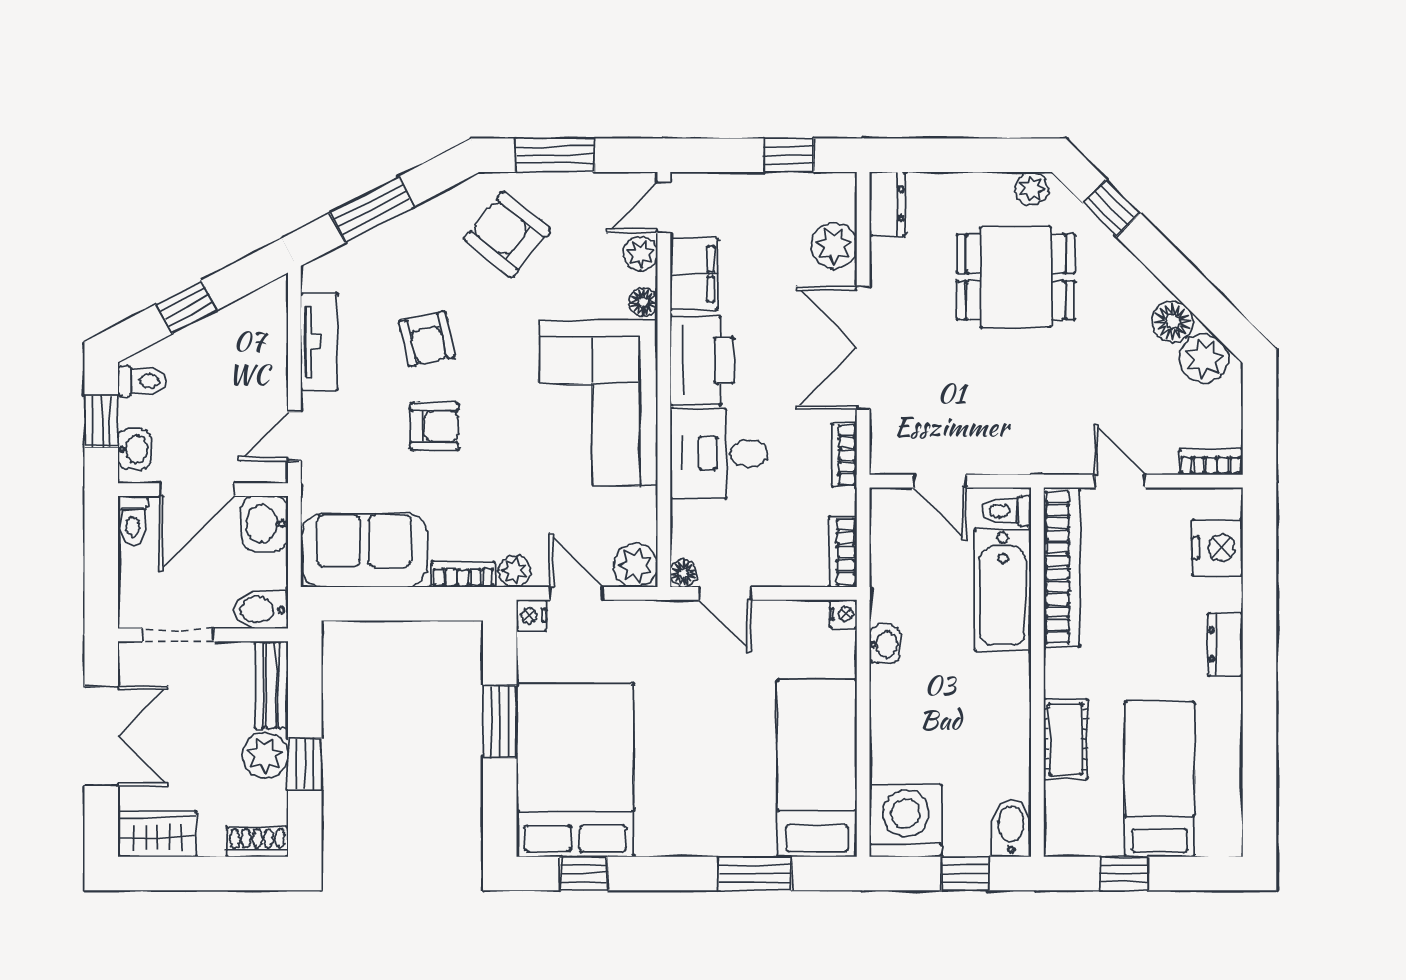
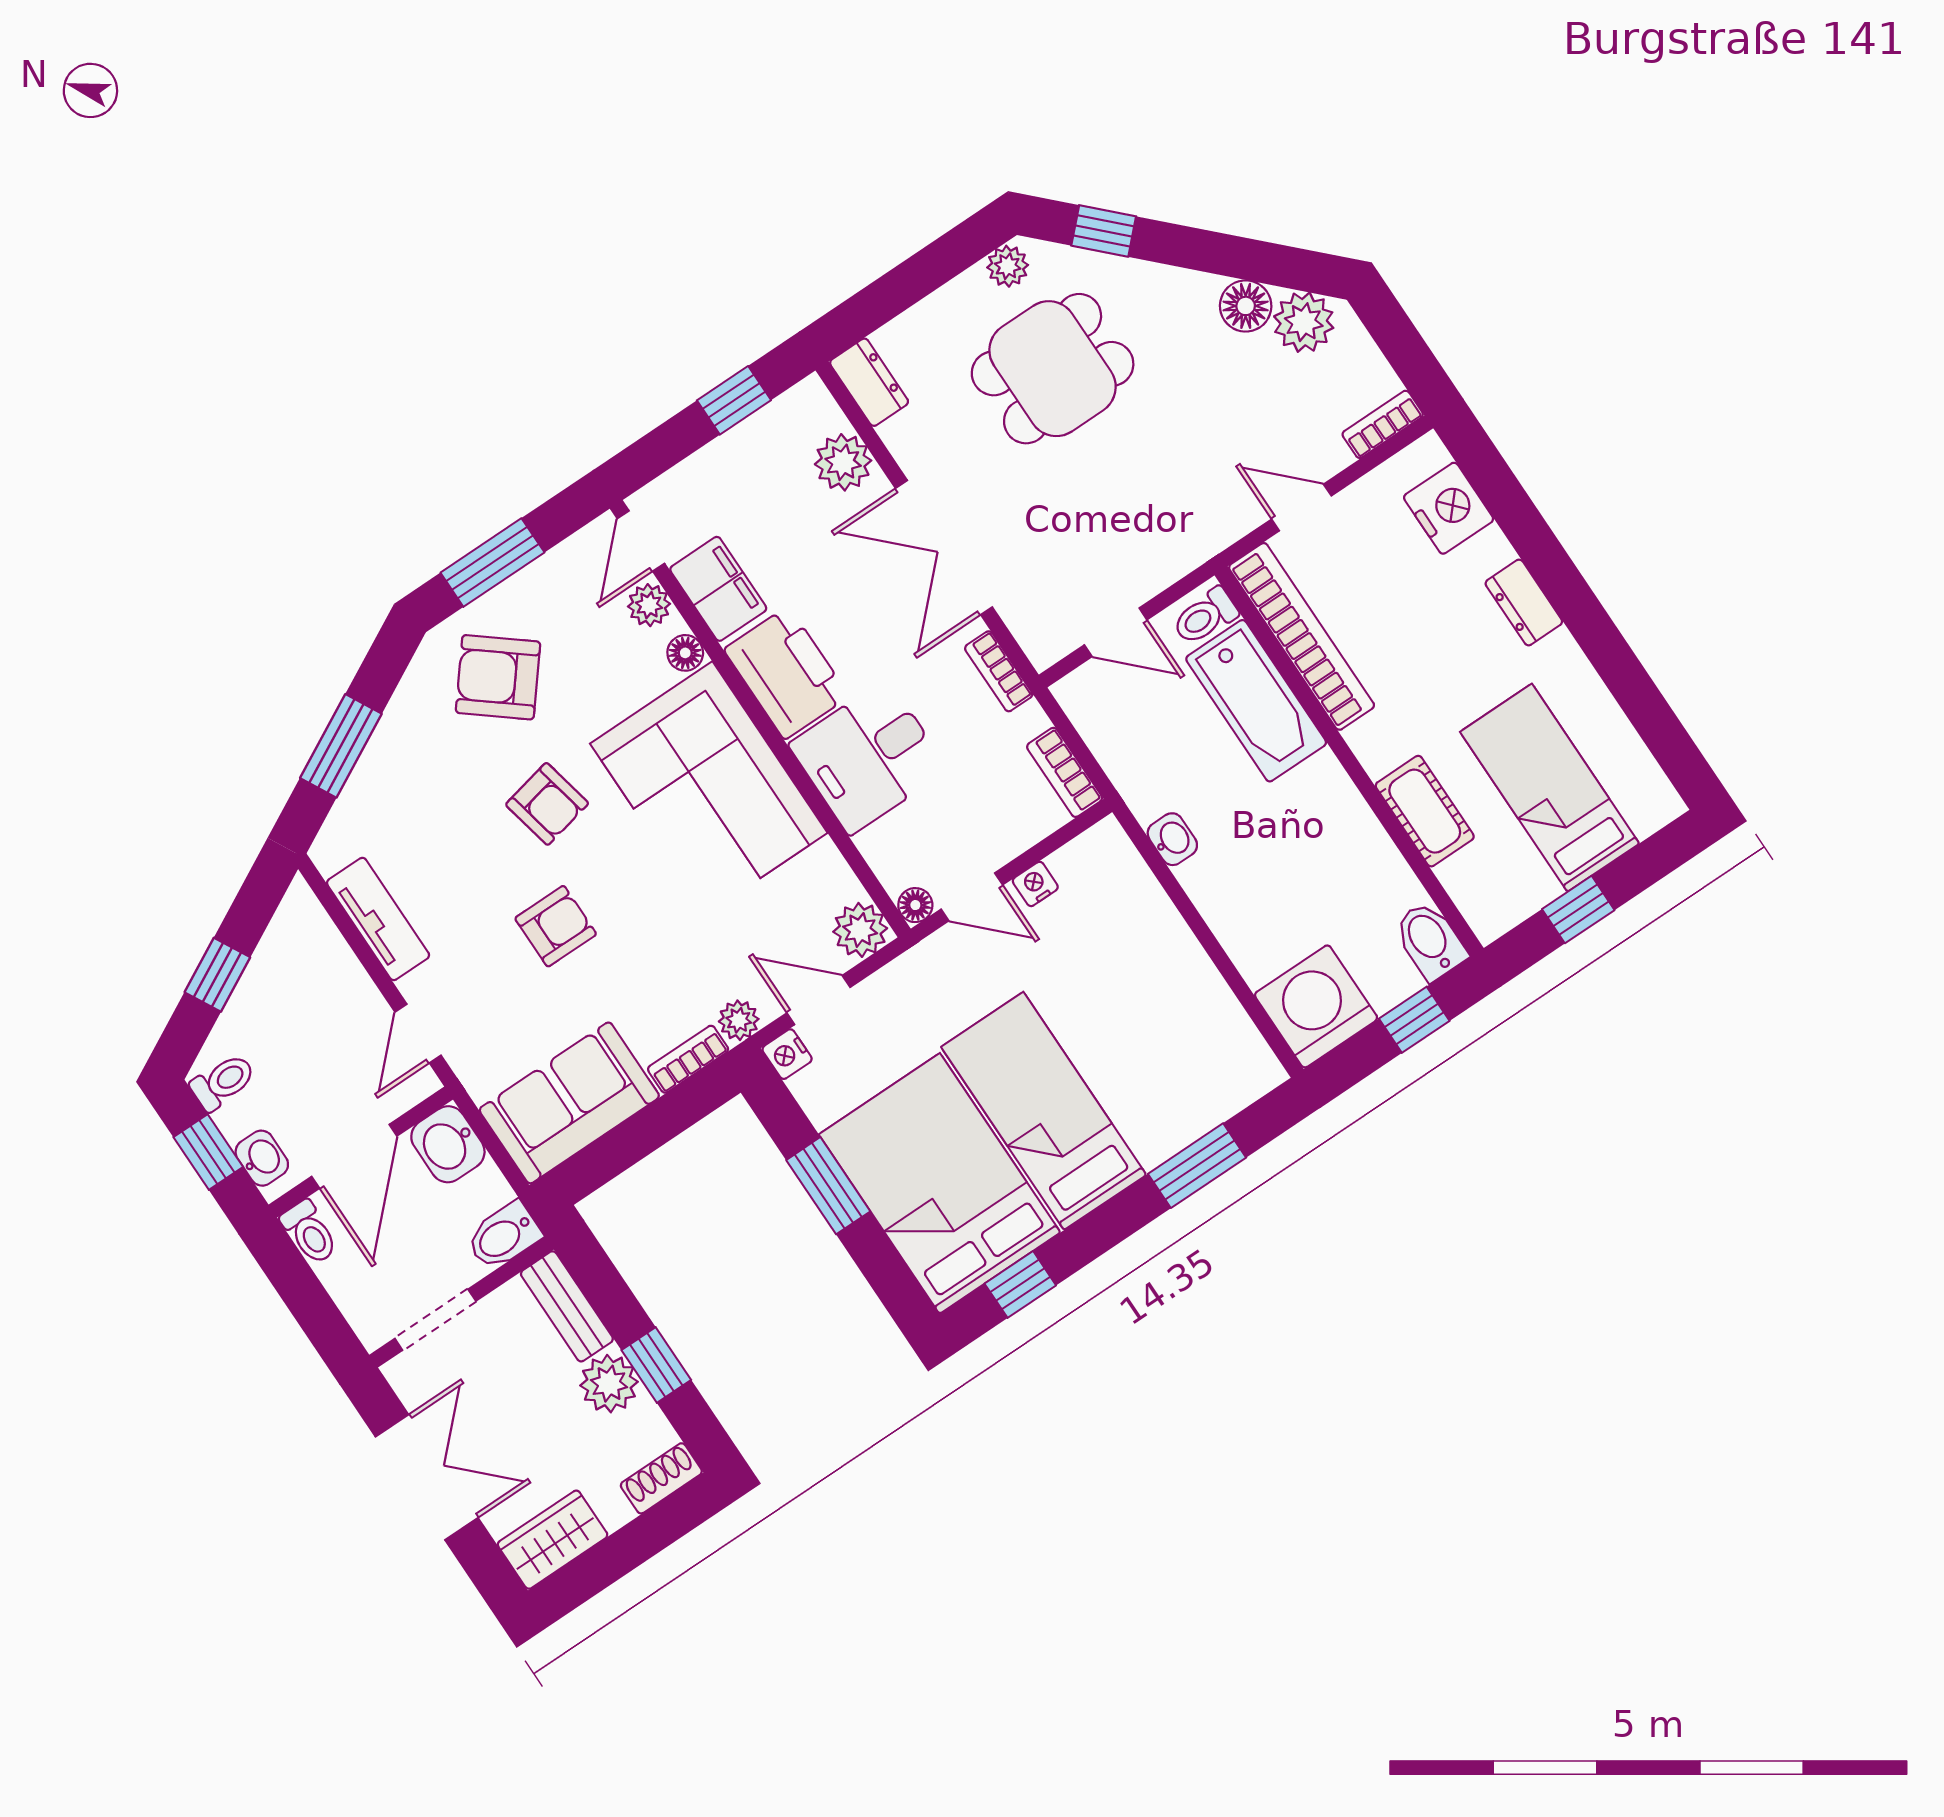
armchair: (427, 339) -> (547, 804), moved
nightstand: (843, 614) -> (1035, 884), moved, turned -90
bed: (817, 768) -> (1044, 1111), moved

